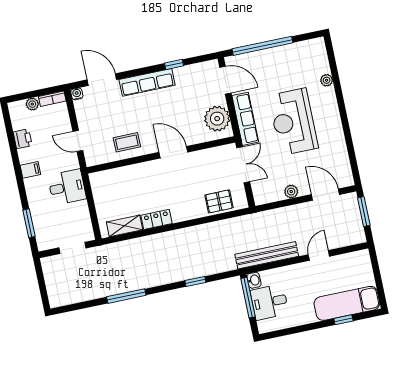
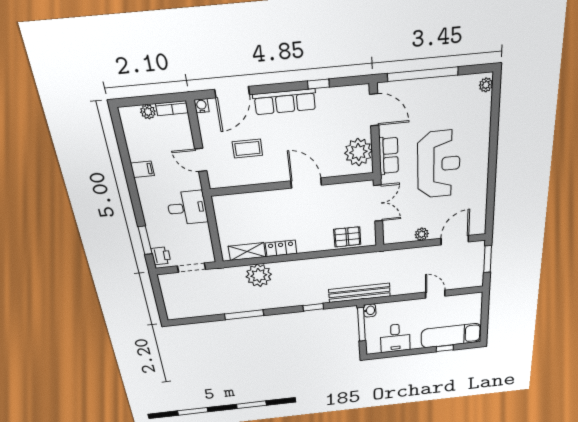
door: (102, 80) -> (232, 92), swing flipped
plant: (327, 80) -> (486, 85), moved
row of seats: (245, 119) -> (389, 156), width x0.68
reception desk: (293, 122) -> (439, 164), turned 180
printer: (23, 139) -> (161, 256), moved
coffee table: (127, 142) -> (247, 148), moved
filing cabinet: (30, 170) -> (142, 169), moved
door: (325, 195) -> (455, 240), hinge flipped
plant: (138, 250) -> (259, 275), added
bench: (267, 255) -> (359, 293), moved
door: (319, 255) -> (435, 294), hinge flipped
desk: (269, 302) -> (395, 338), moved, turned -90

